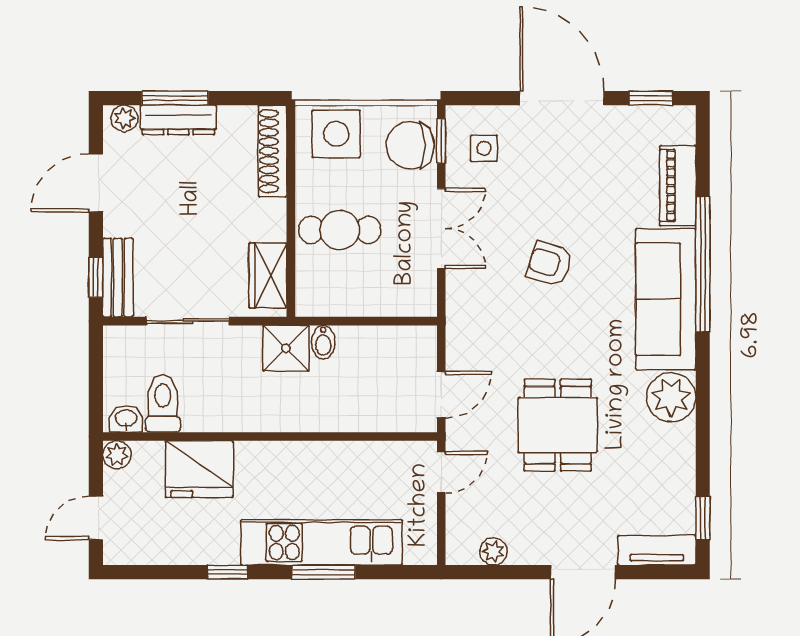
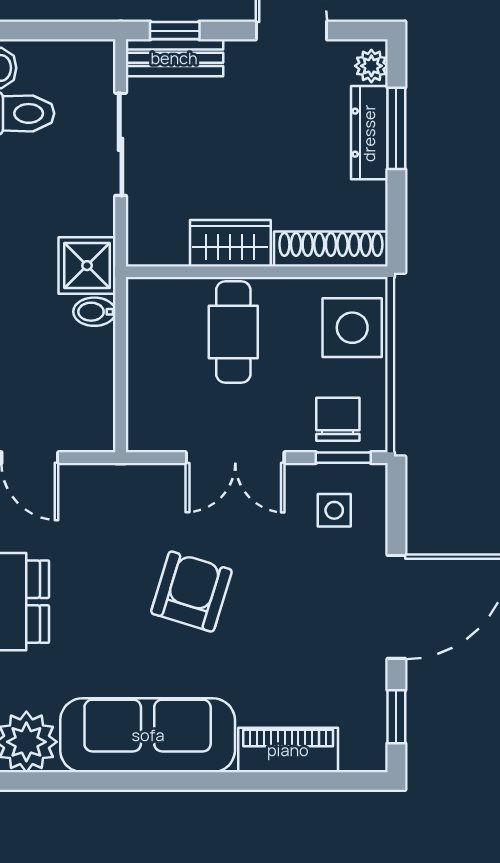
chair: (410, 145) -> (338, 419), width x0.73, depth x0.73
armchair: (550, 264) -> (191, 592), width x1.38, depth x1.38
window: (703, 264) -> (191, 781), removed
wardrobe: (268, 276) -> (230, 243), moved

